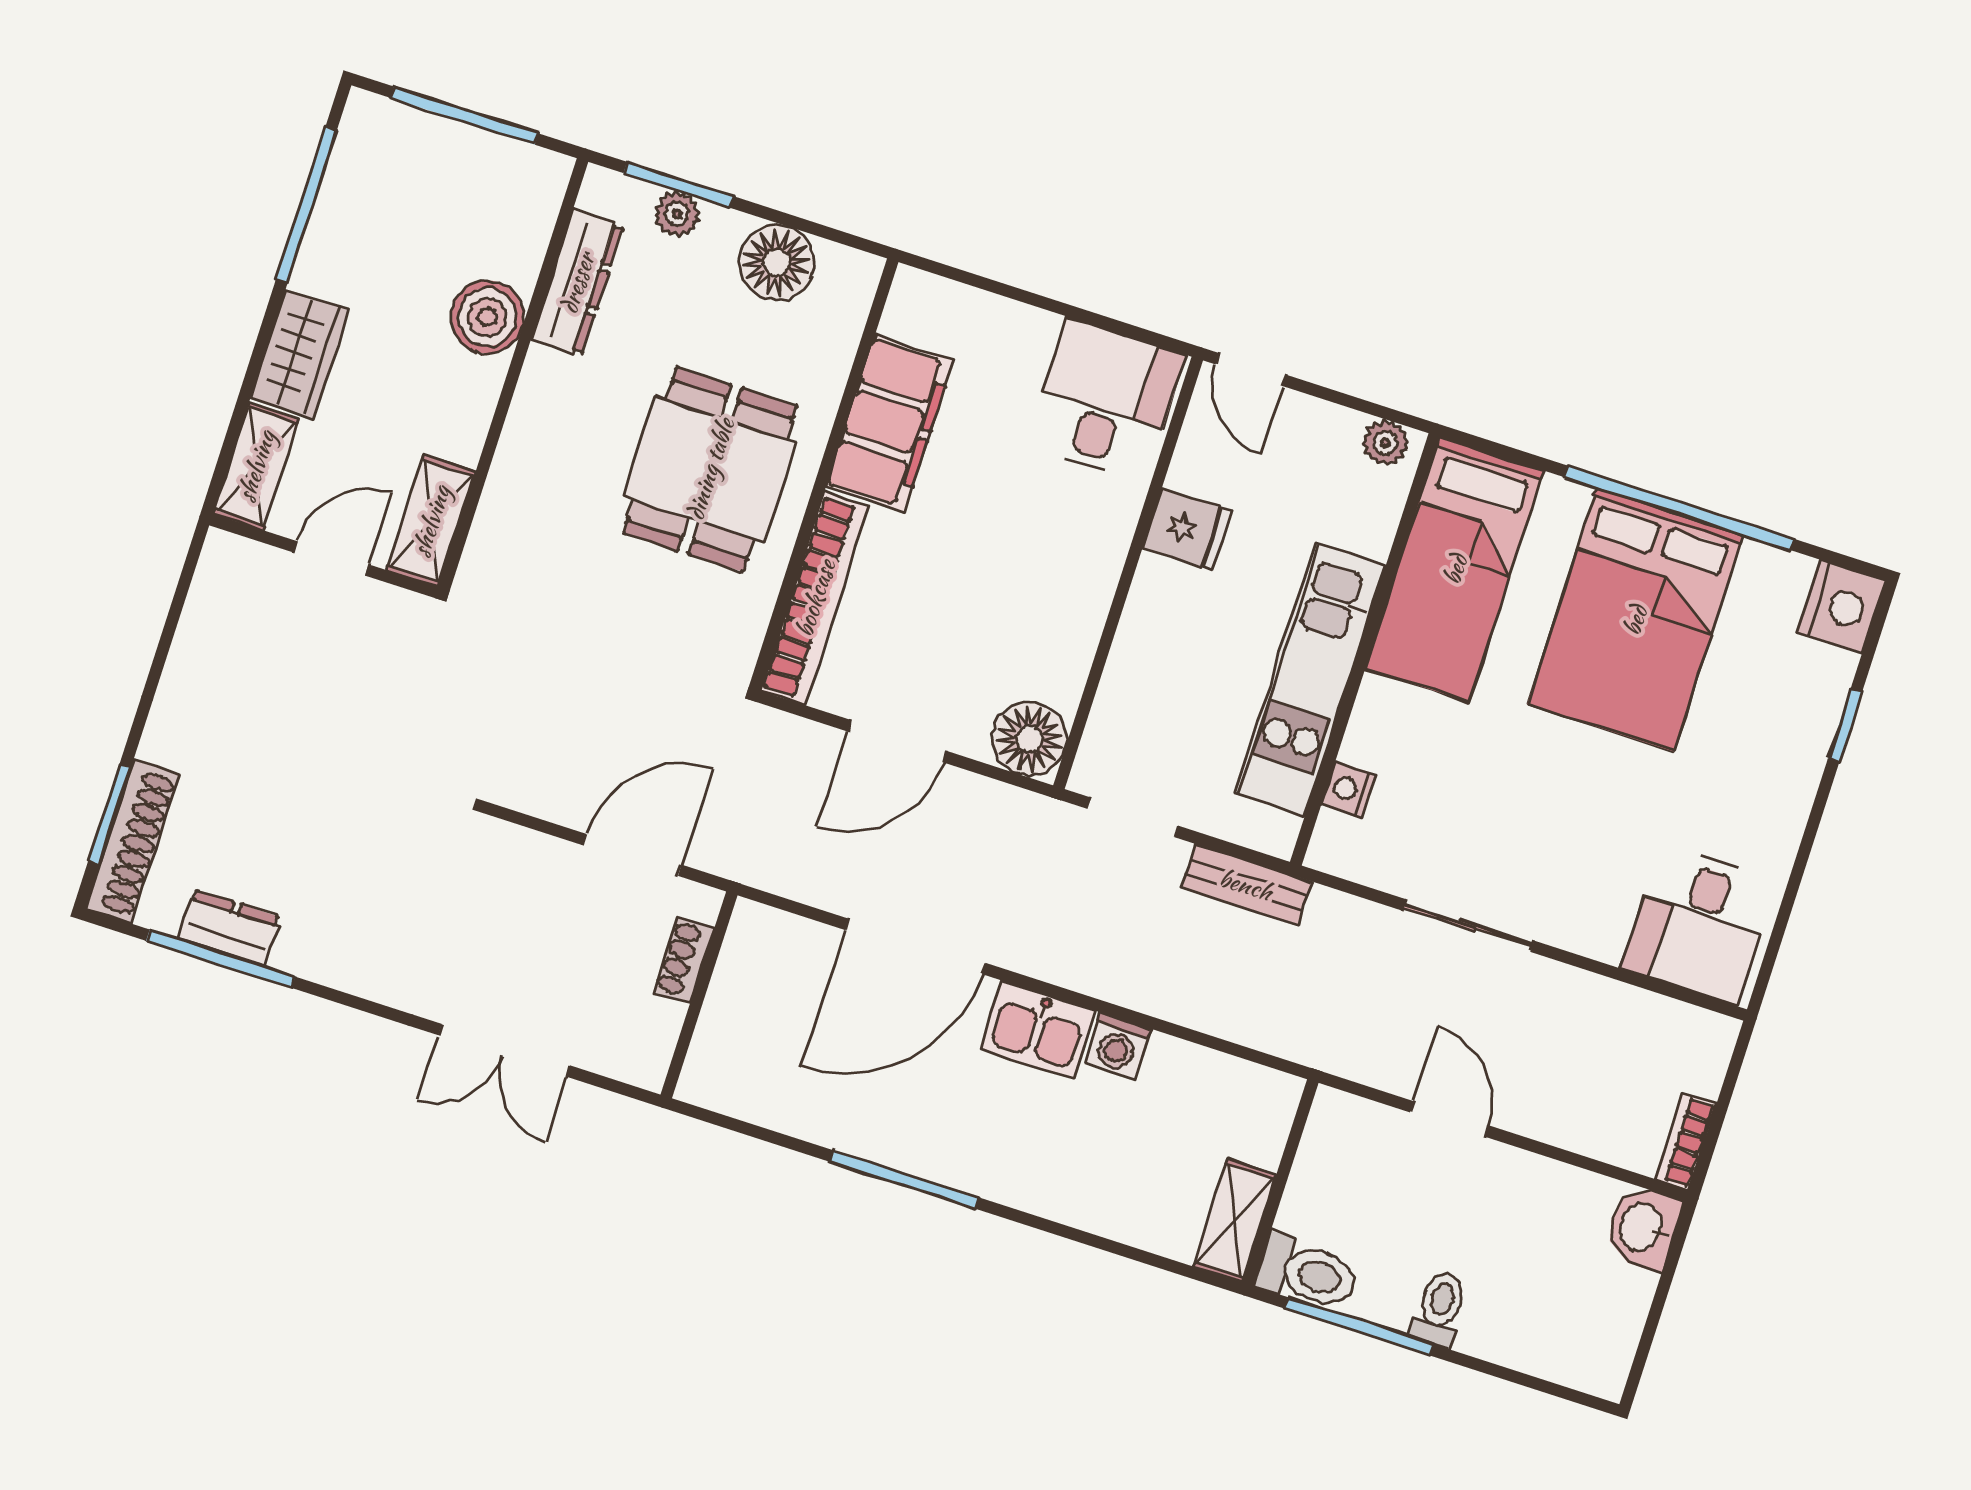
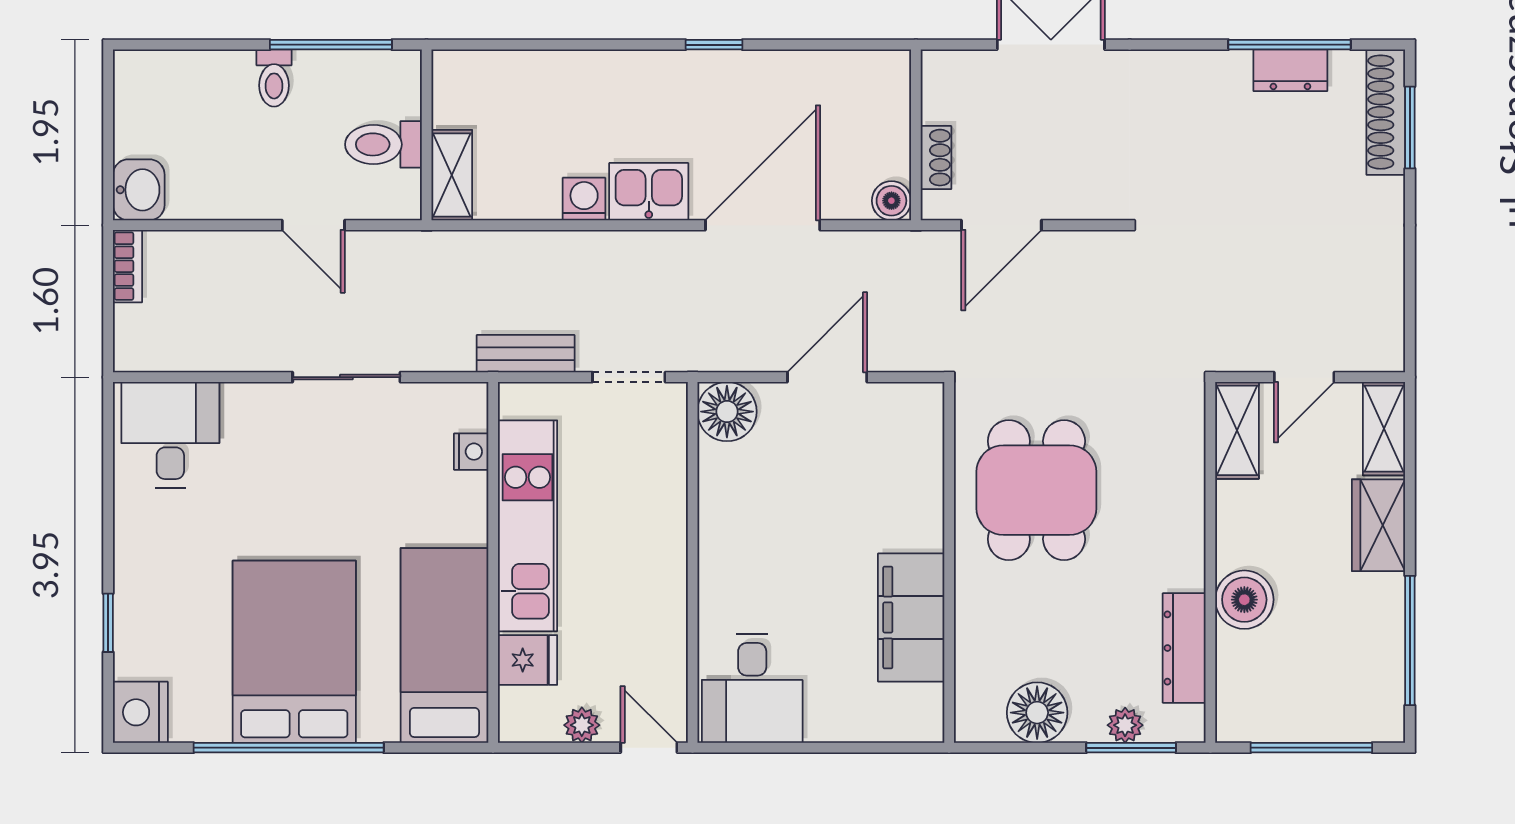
plant: (1385, 443) -> (582, 725), moved
dining table: (710, 469) -> (1036, 490), moved
fridge: (1187, 529) -> (527, 660), moved, turned 180
bookcase: (815, 598) -> (925, 466), removed
boiler: (753, 926) -> (891, 201), added
window: (904, 1179) -> (714, 45), width x0.46
shelving: (1235, 1221) -> (452, 175), moved
toilet: (1307, 1273) -> (383, 144), moved

